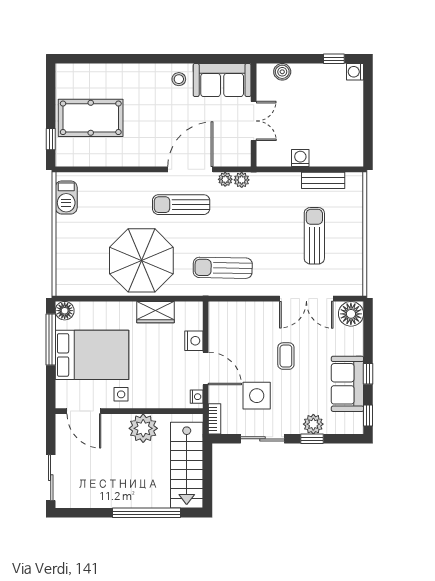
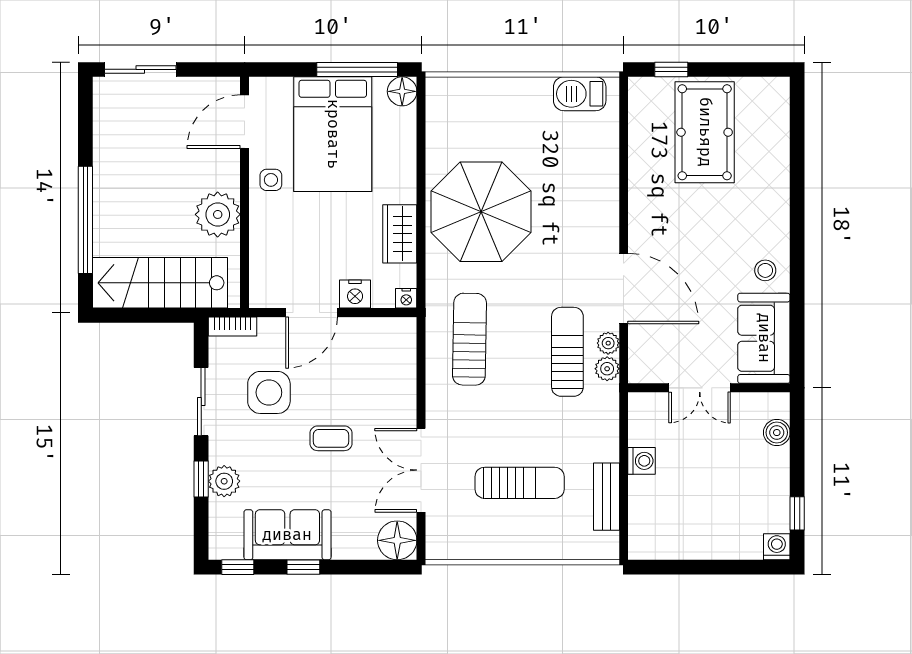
sun lounger: (181, 205) -> (567, 352), moved
nightstand: (197, 397) -> (406, 298), moved

